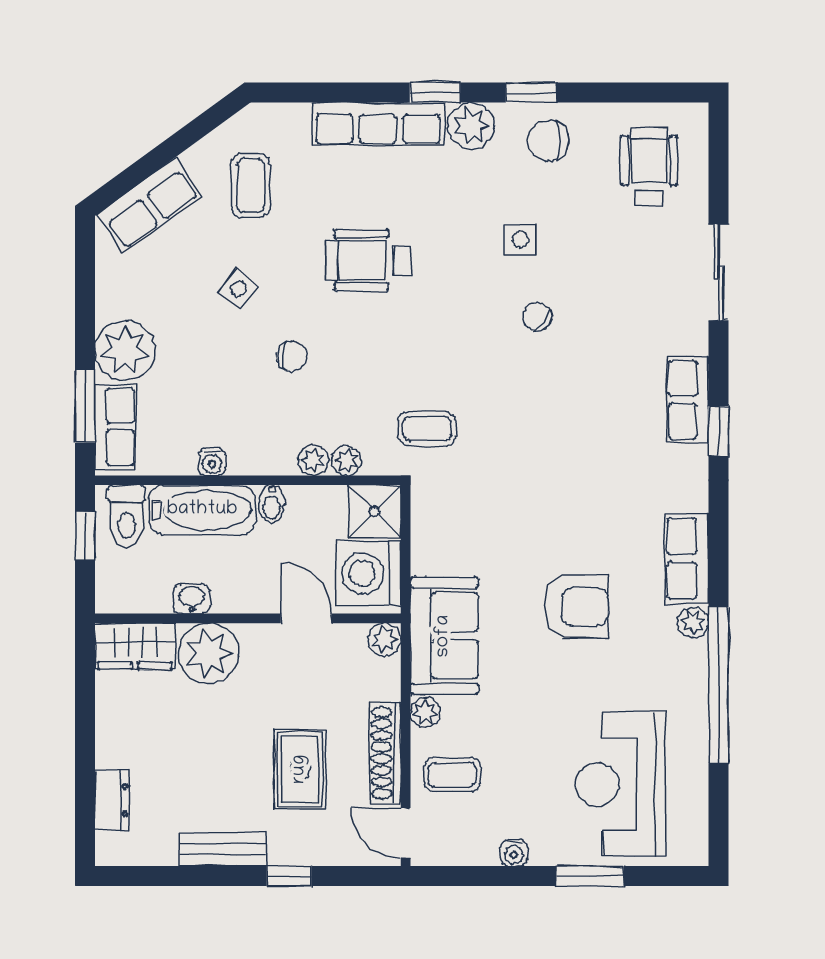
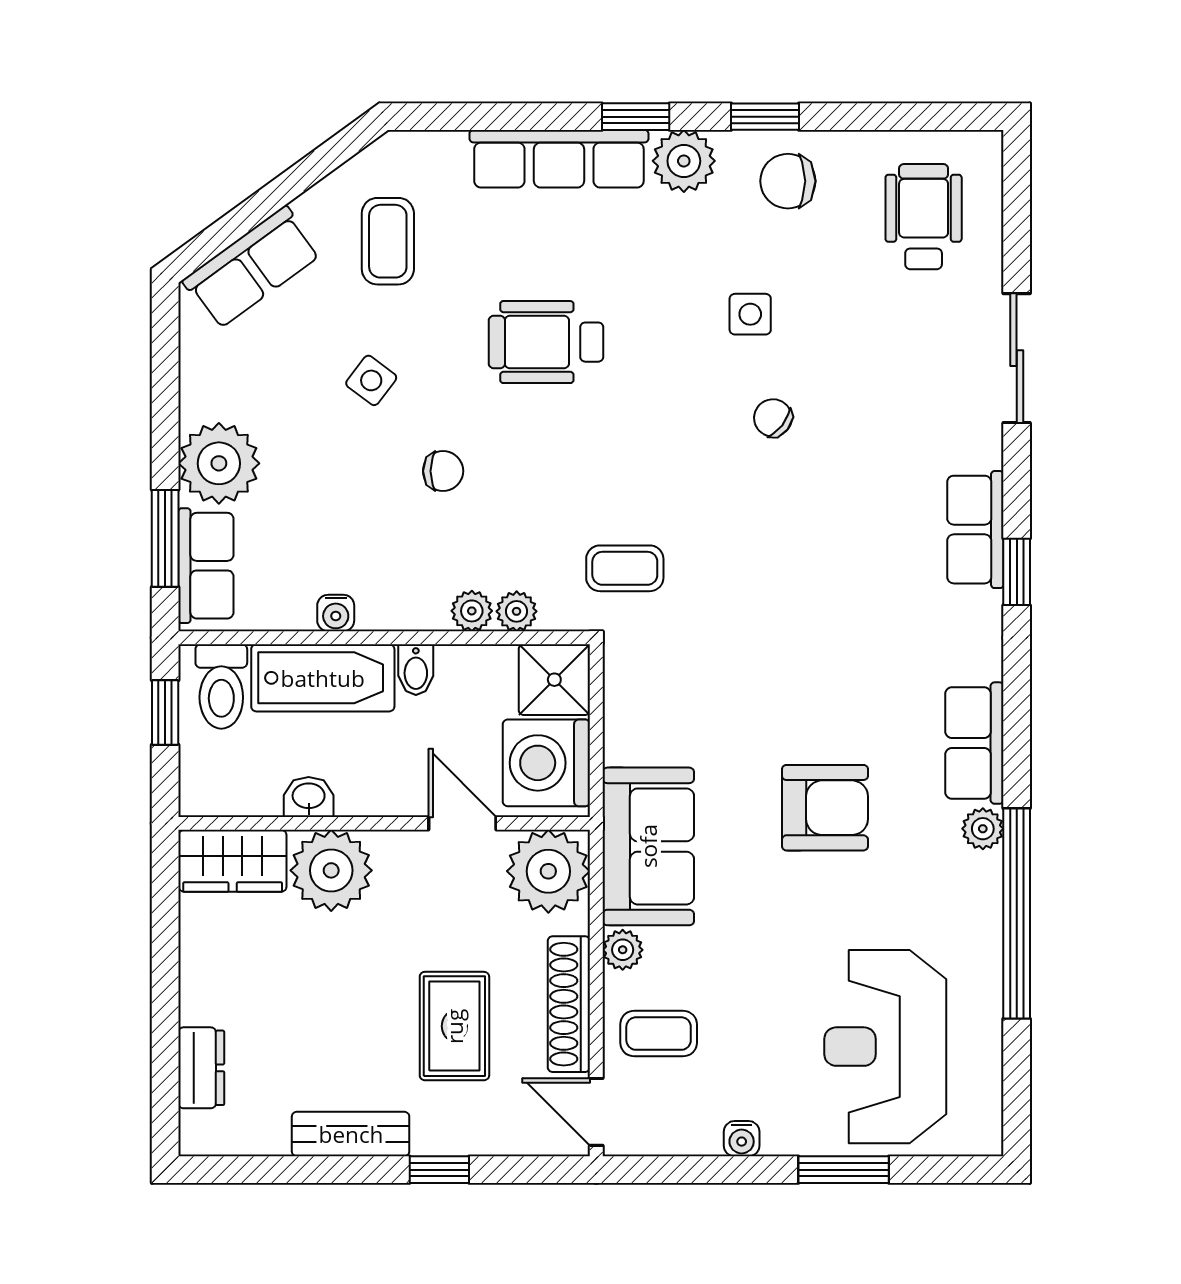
plant: (384, 640) -> (548, 871), width x1.87, depth x1.87

